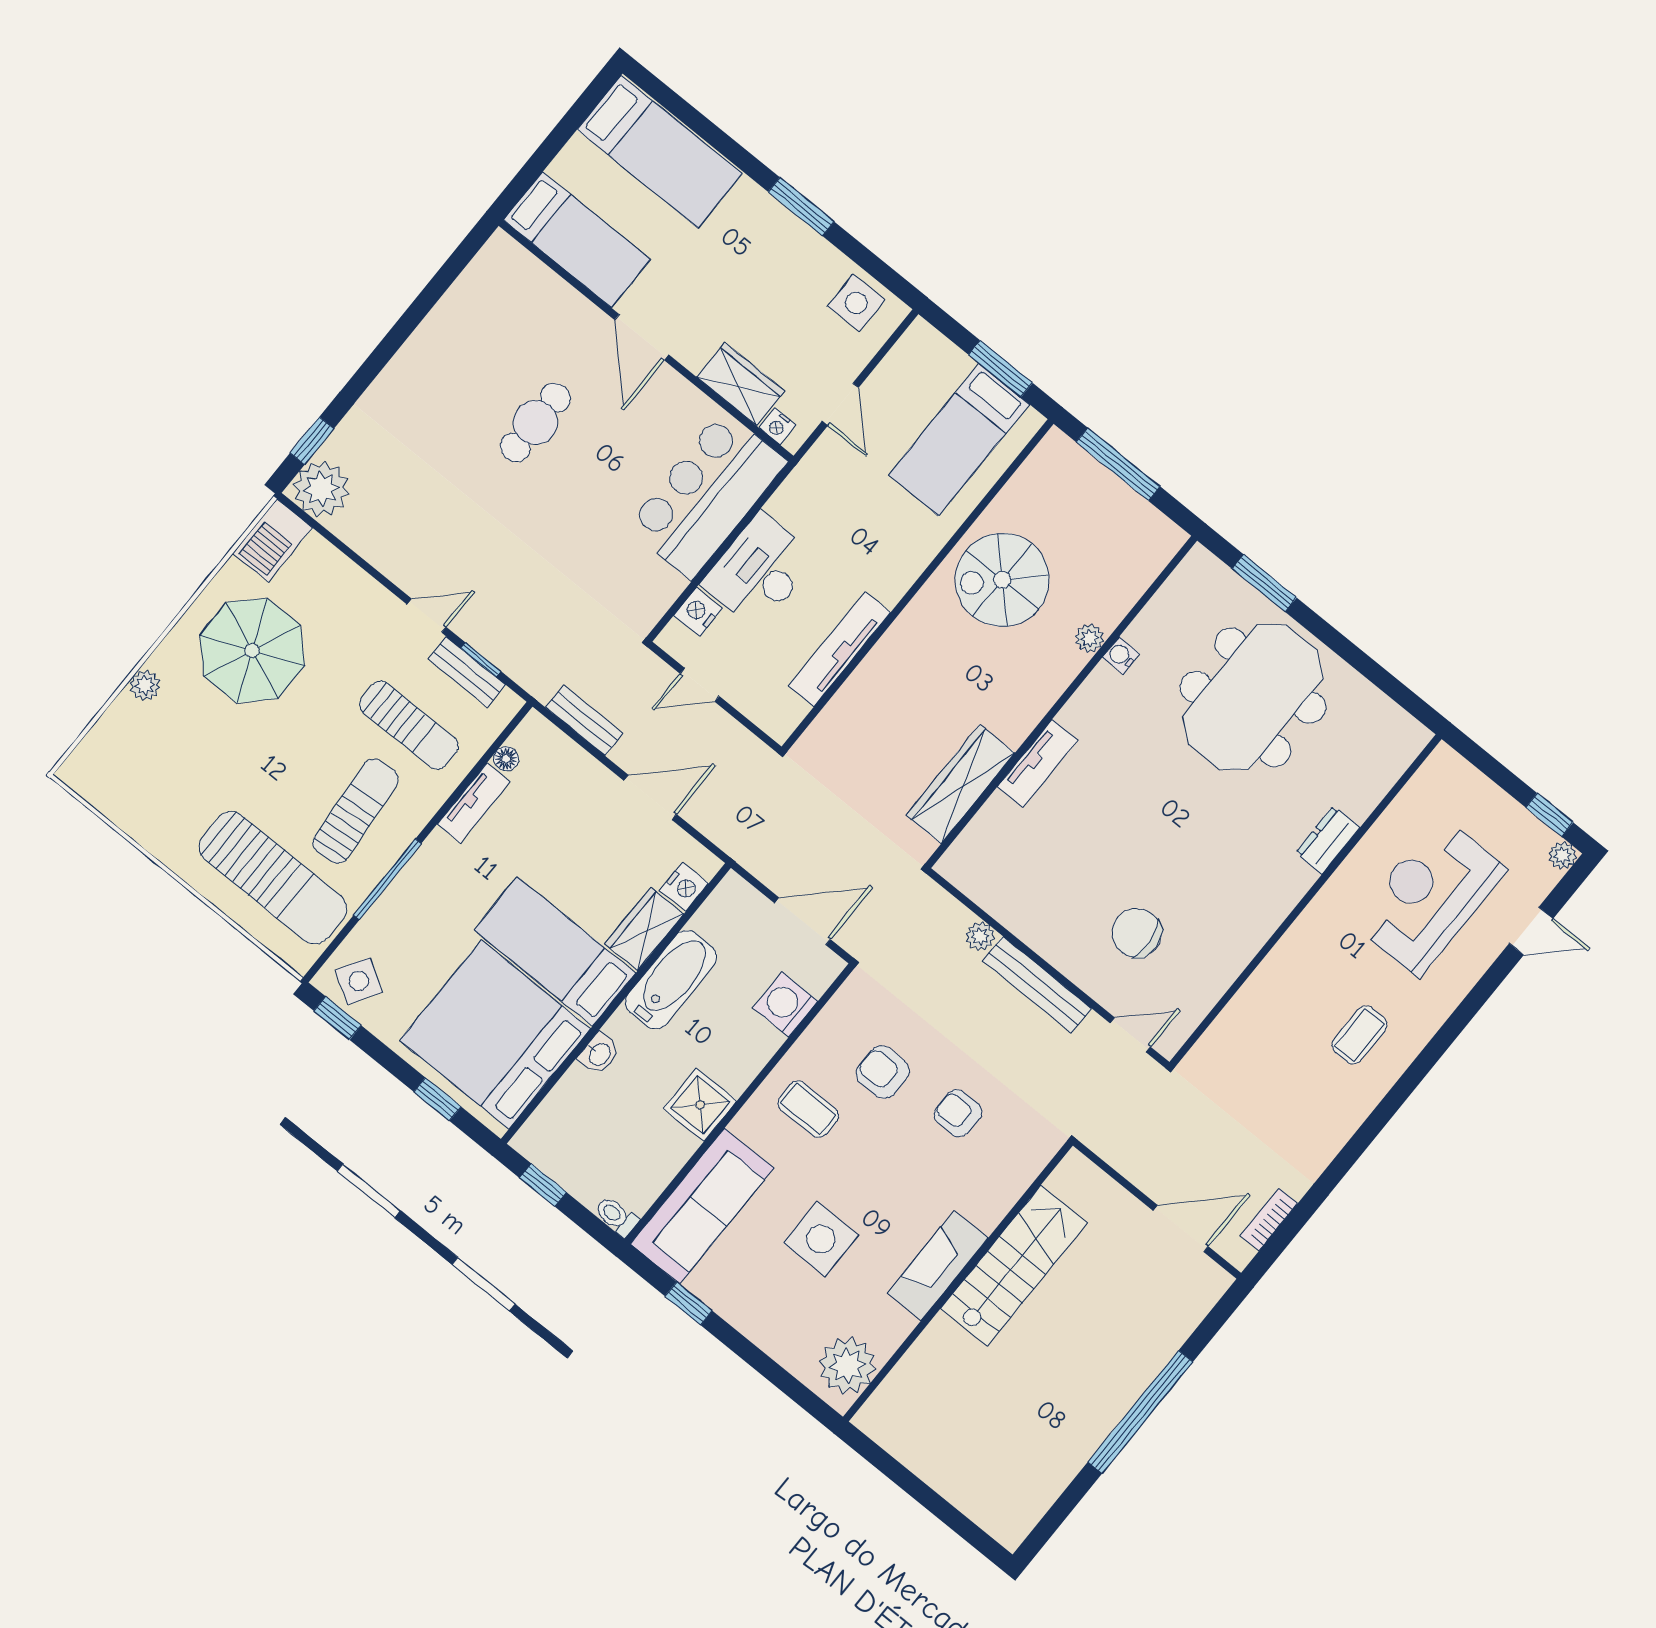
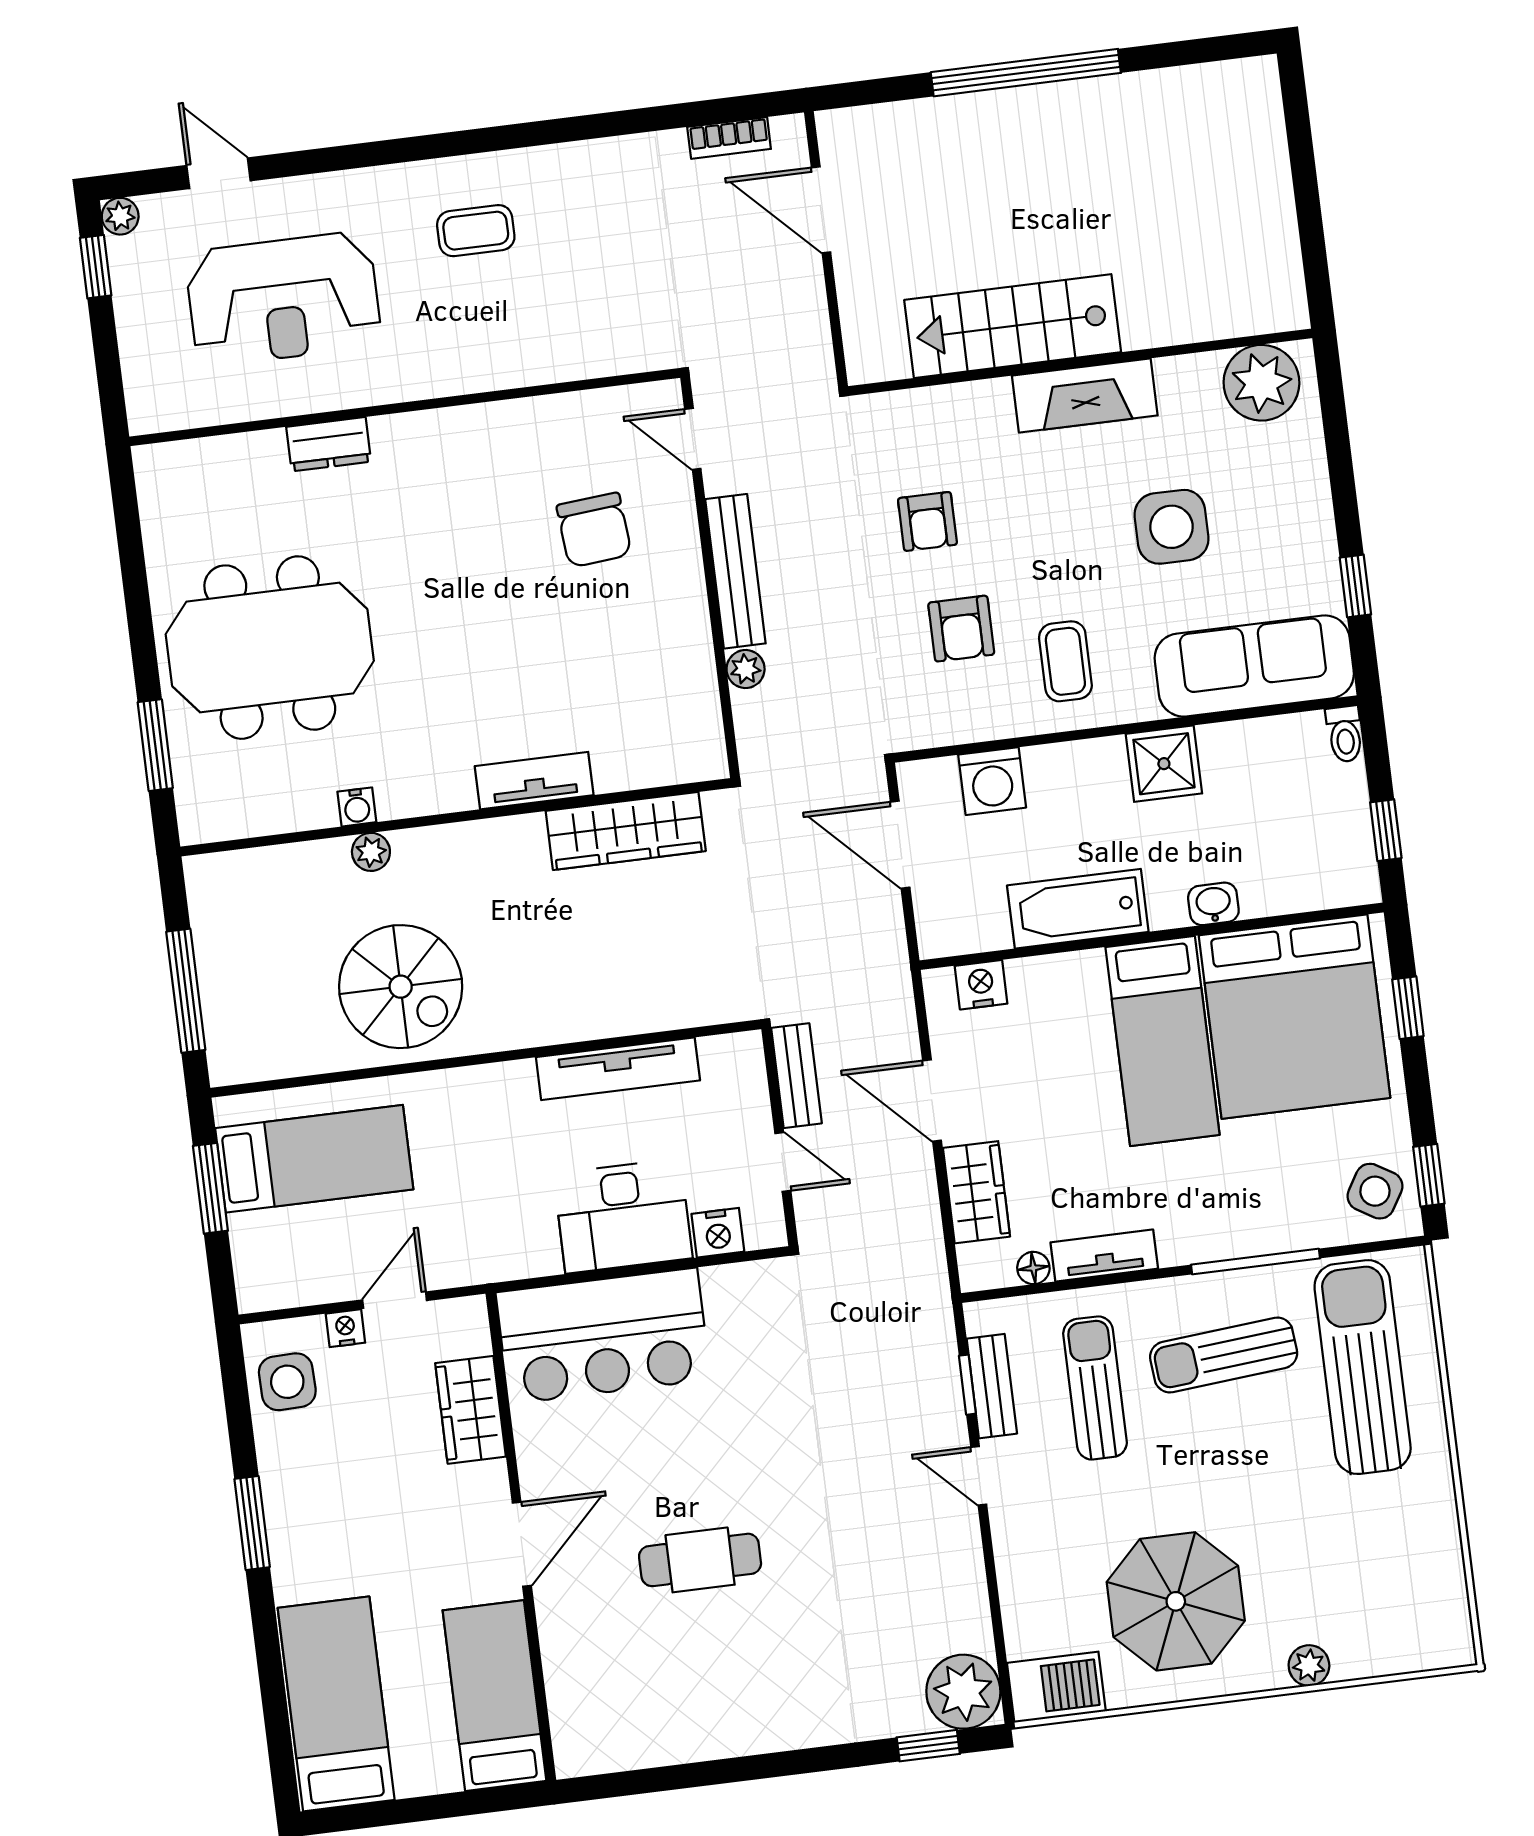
nightstand: (777, 426) -> (345, 1328), moved, turned -90
bench: (584, 720) -> (796, 1076), moved
wardrobe: (644, 929) -> (976, 1192), moved, turned -90

